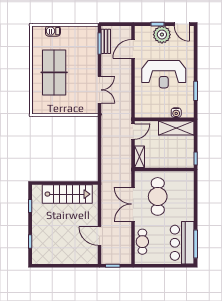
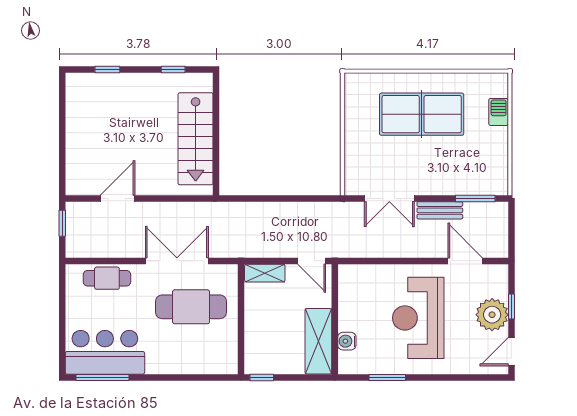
bench: (106, 41) -> (440, 210), moved

